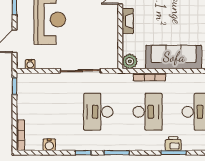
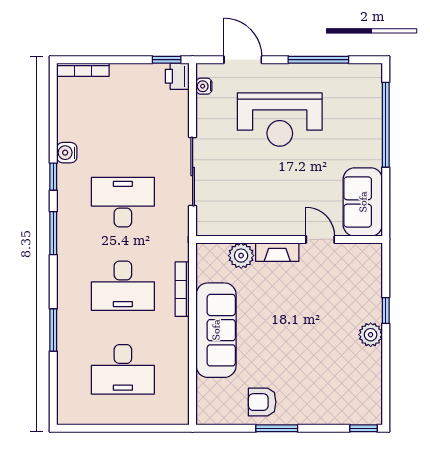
plant: (130, 61) -> (241, 256), moved
printer: (173, 144) -> (177, 76), moved, turned 180
water cooler: (49, 145) -> (67, 153), moved

